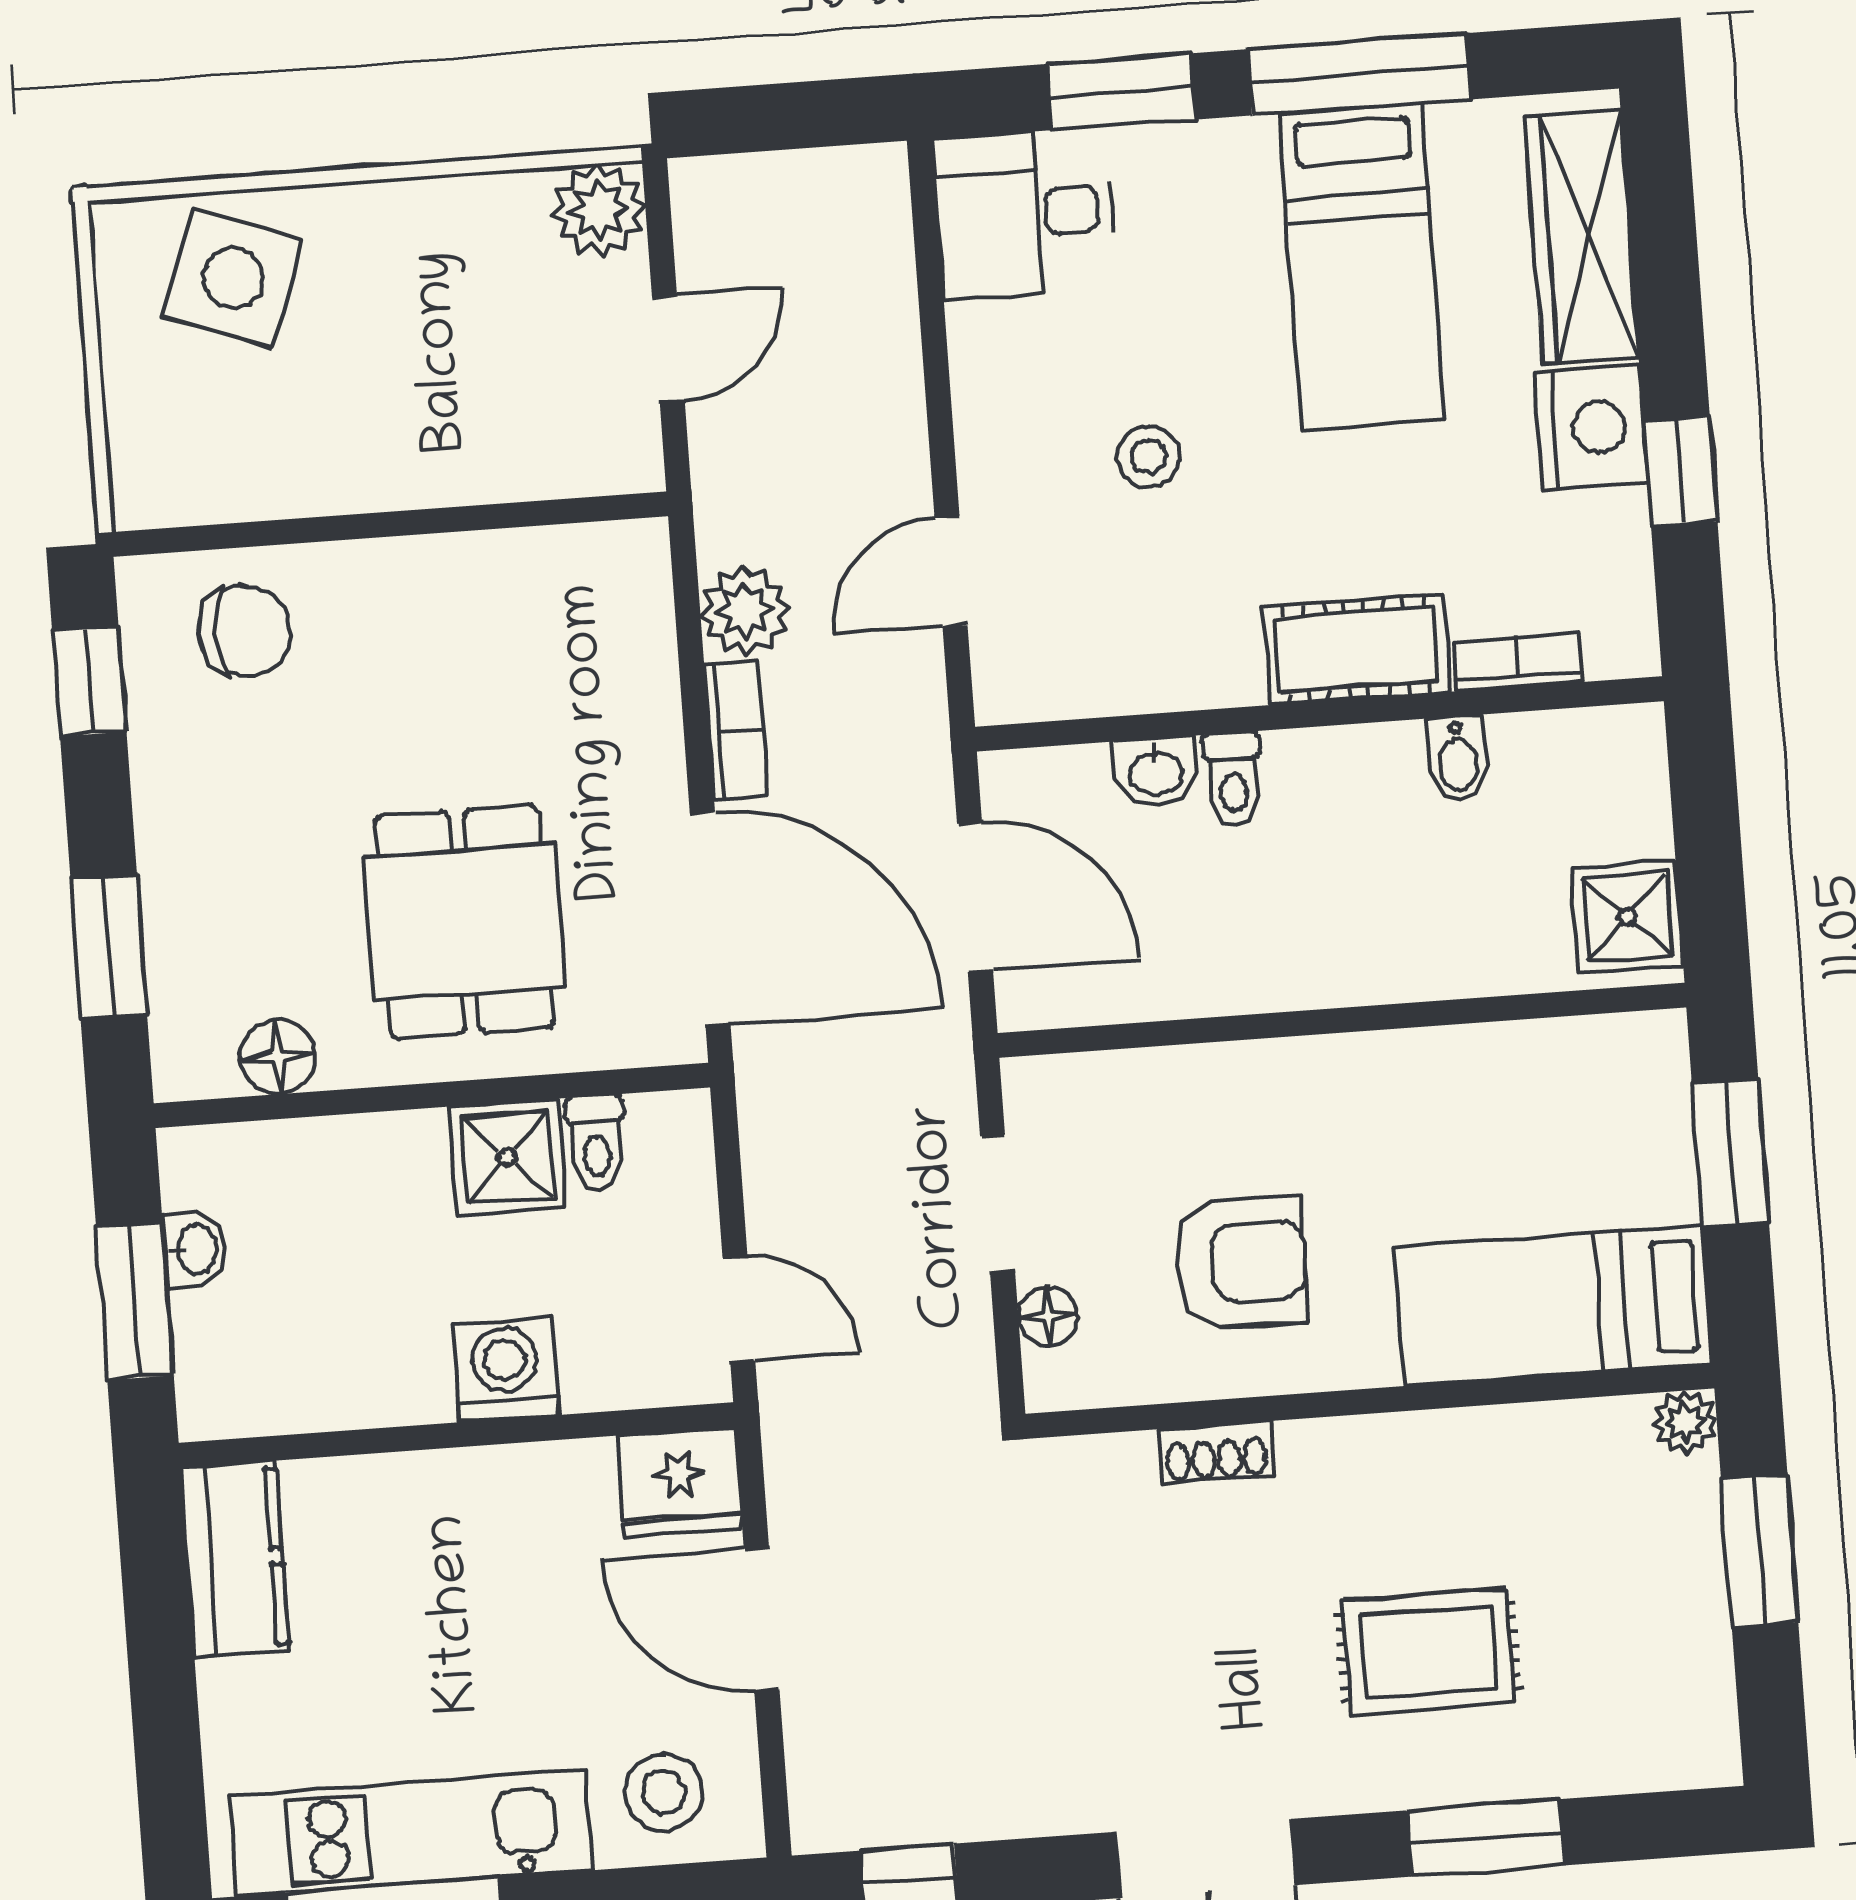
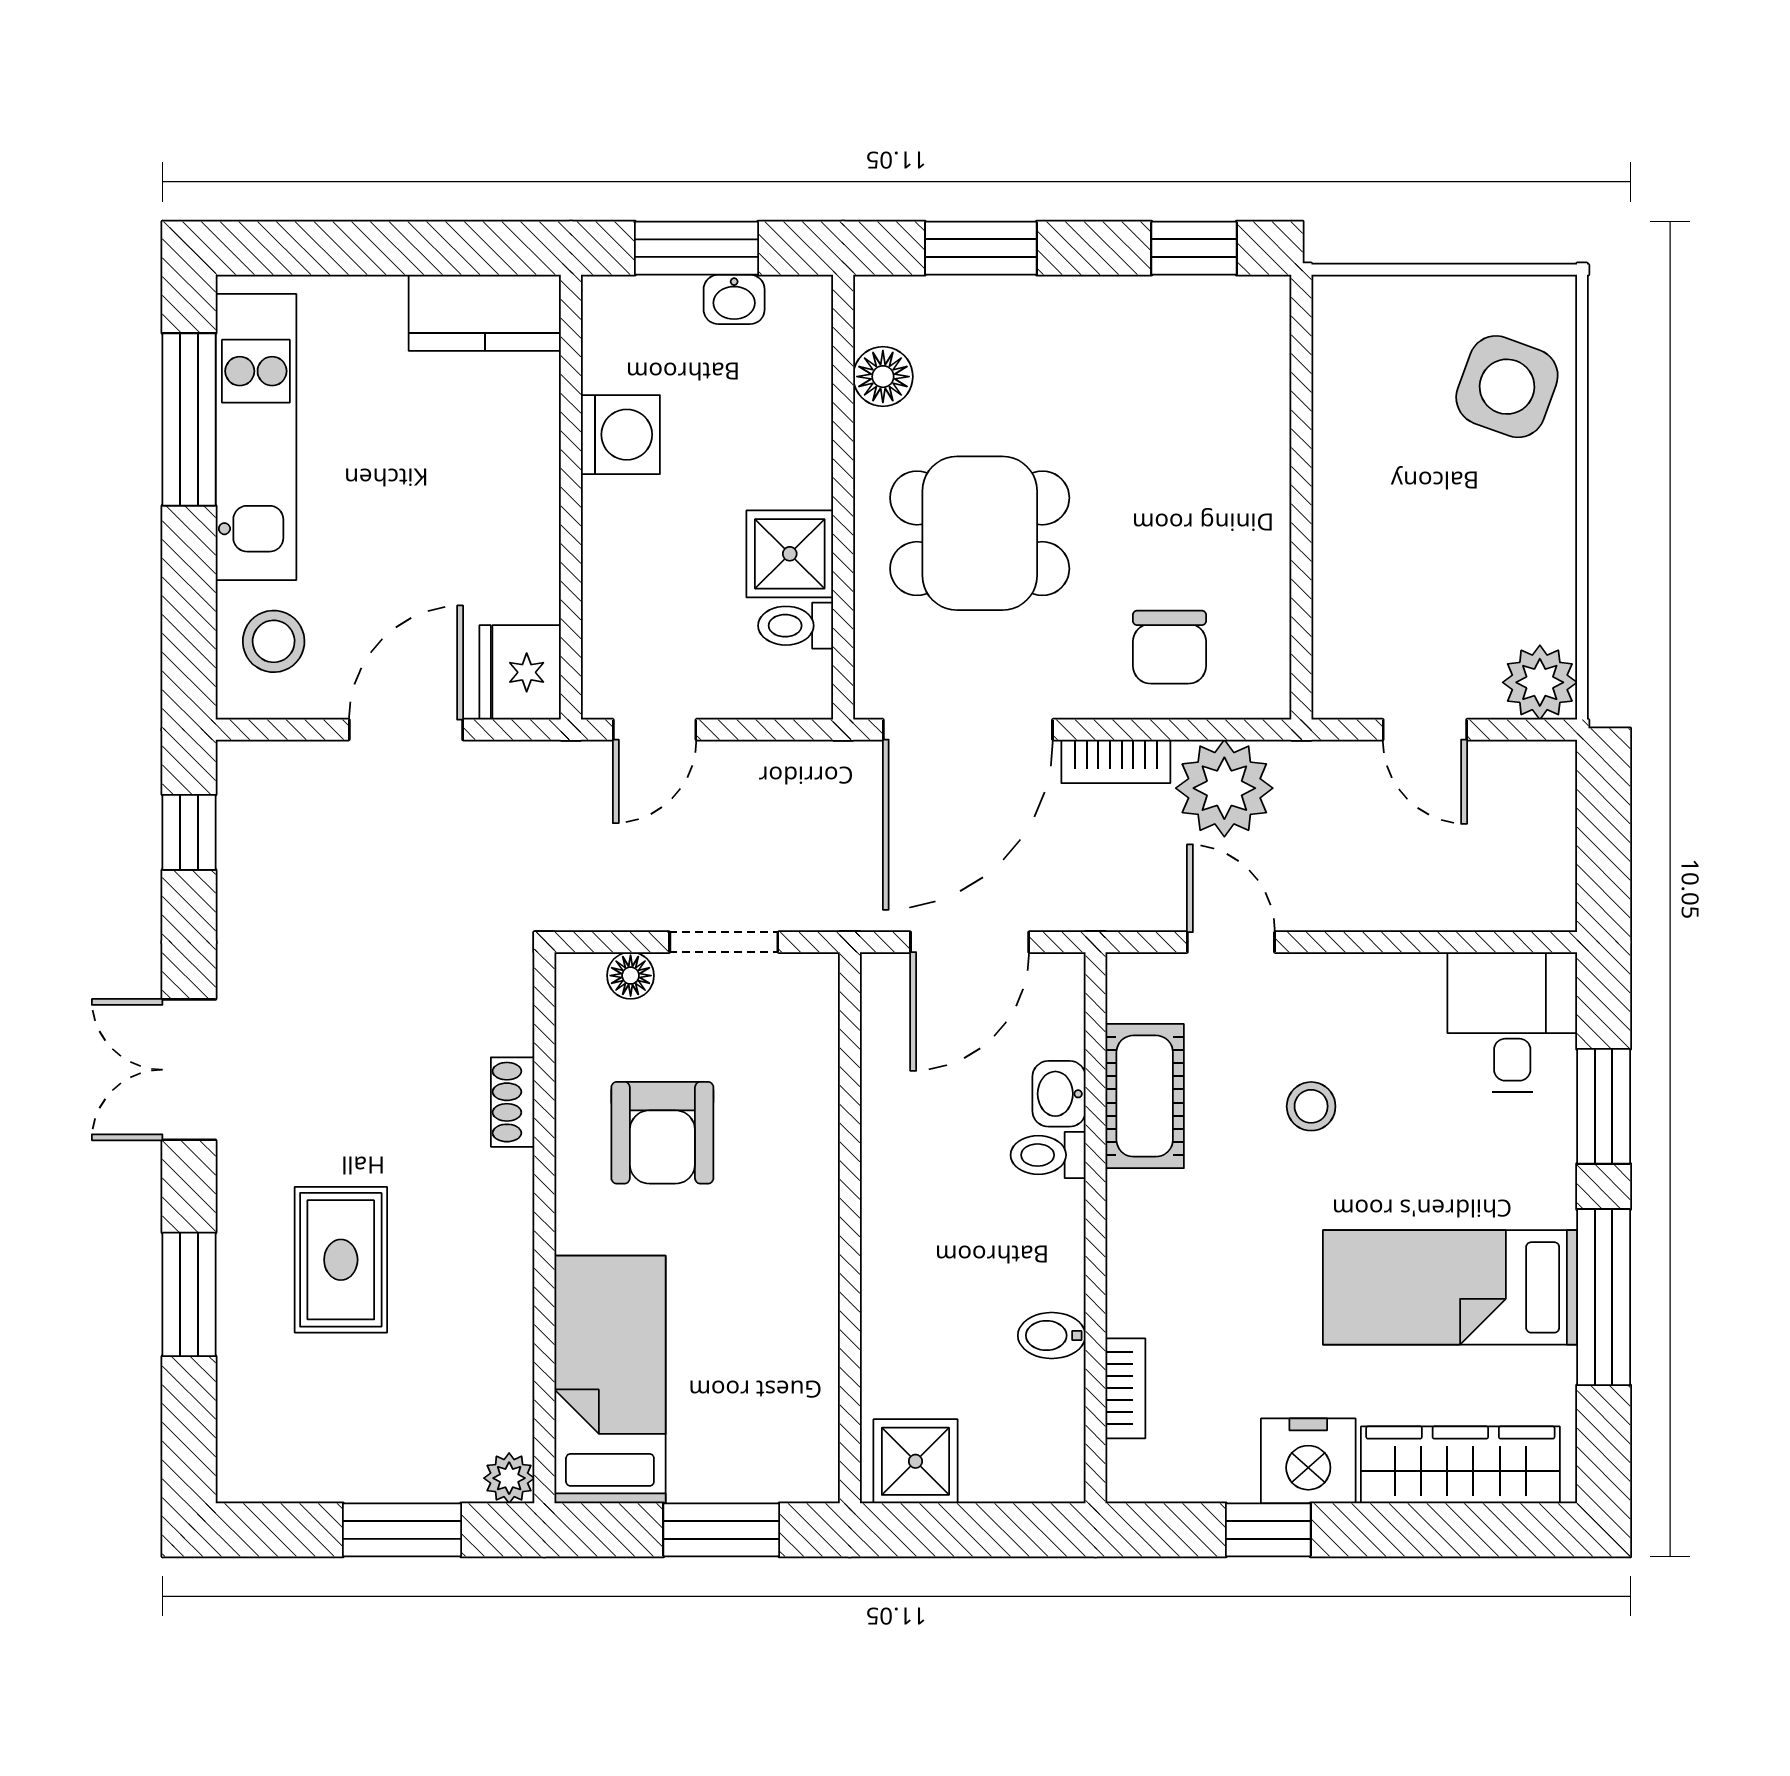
plant: (745, 611) -> (1224, 788), width x1.36, depth x1.36
chair: (245, 631) -> (1170, 647), moved
cot: (1356, 650) -> (1145, 1096), moved
washing machine: (505, 1369) -> (620, 435), moved

